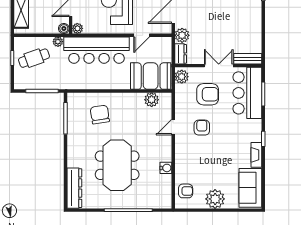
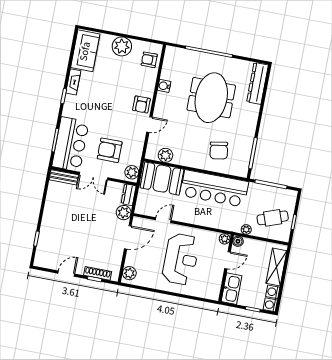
bar counter: (97, 50) -> (214, 188), moved, turned 180
armchair: (202, 128) -> (141, 104), moved

